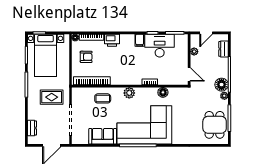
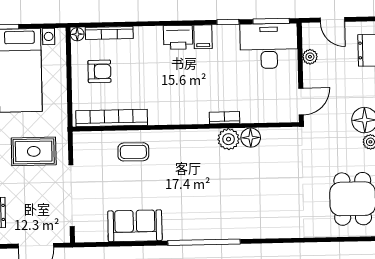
door: (206, 33) -> (332, 20), hinge flipped
printer: (112, 40) -> (178, 37), moved
desk: (160, 46) -> (269, 46), moved
door: (189, 74) -> (301, 101), hinge flipped
plant: (129, 93) -> (229, 139), moved
corner sofa: (144, 125) -> (216, 202), removed

